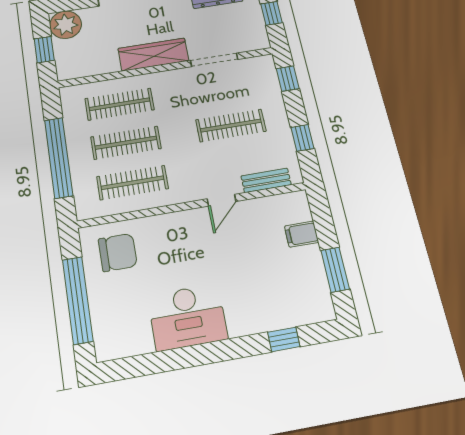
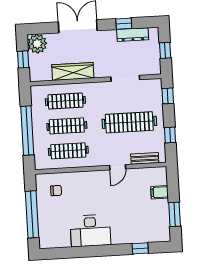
wardrobe: (153, 55) -> (73, 71), moved
clothes rail: (231, 126) -> (129, 122), width x1.37, depth x1.31
chair: (118, 252) -> (56, 191), width x0.54, depth x0.54

